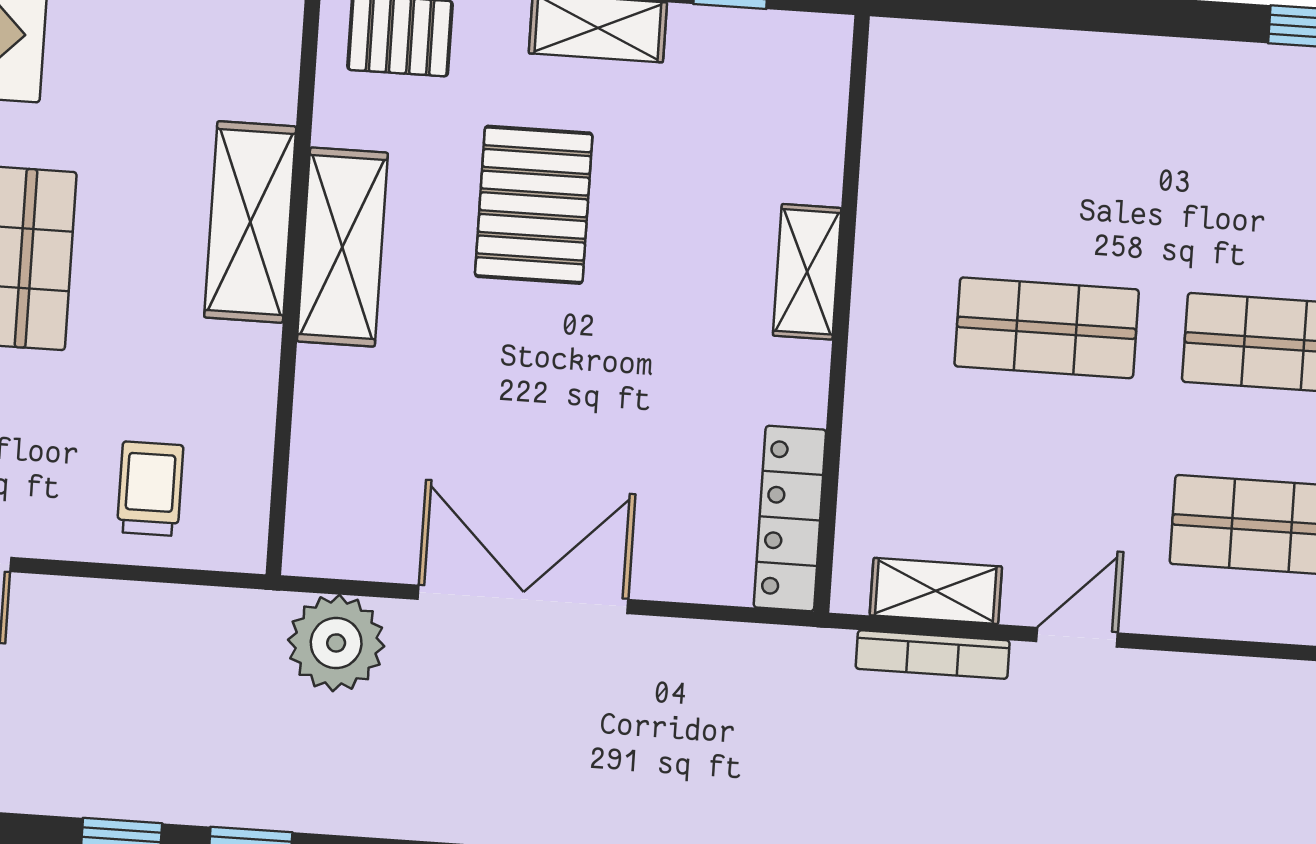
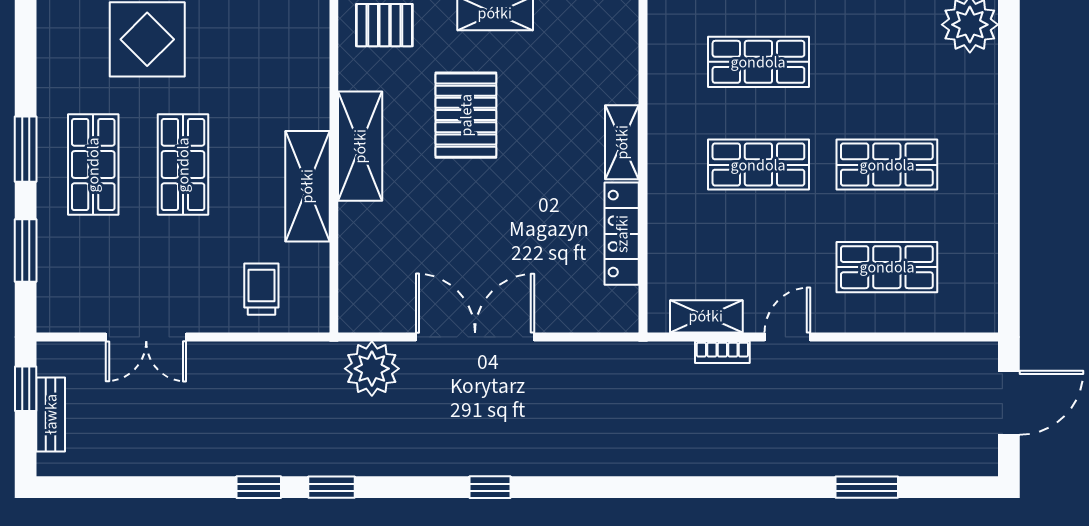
shop shelf: (1059, 146) -> (758, 62), added
shelving: (250, 222) -> (307, 186), moved
locker: (790, 519) -> (622, 234), moved
bookcase: (933, 655) -> (722, 352), width x0.64

